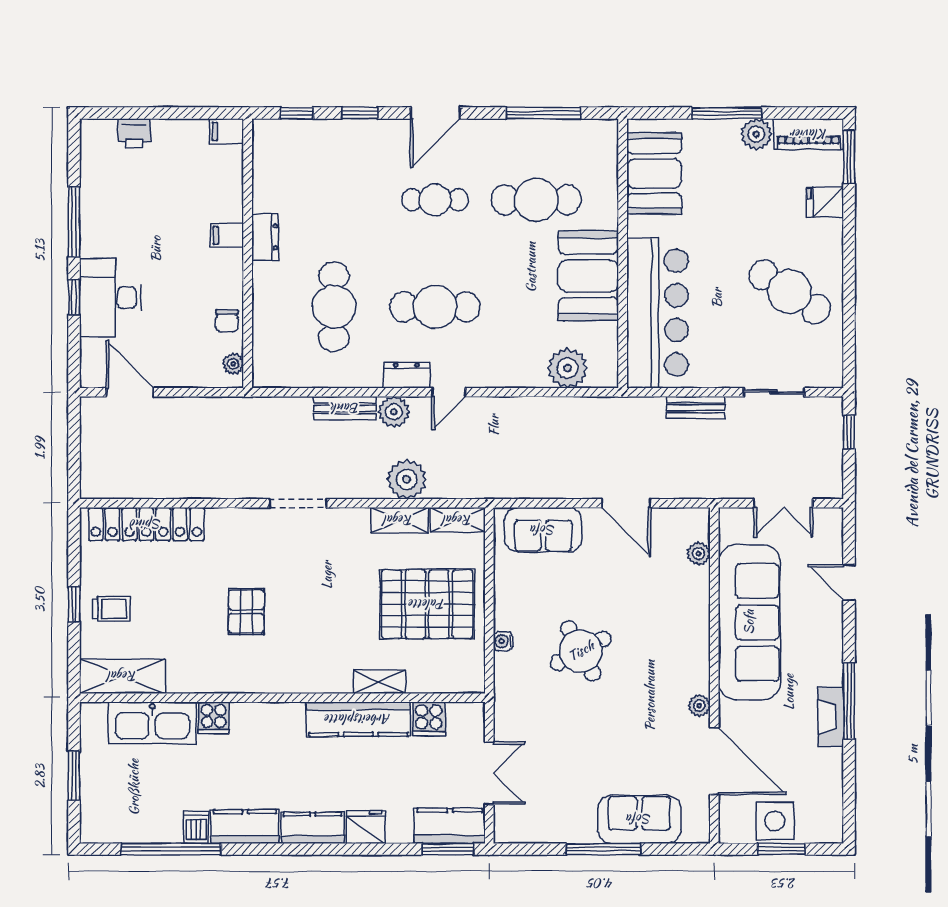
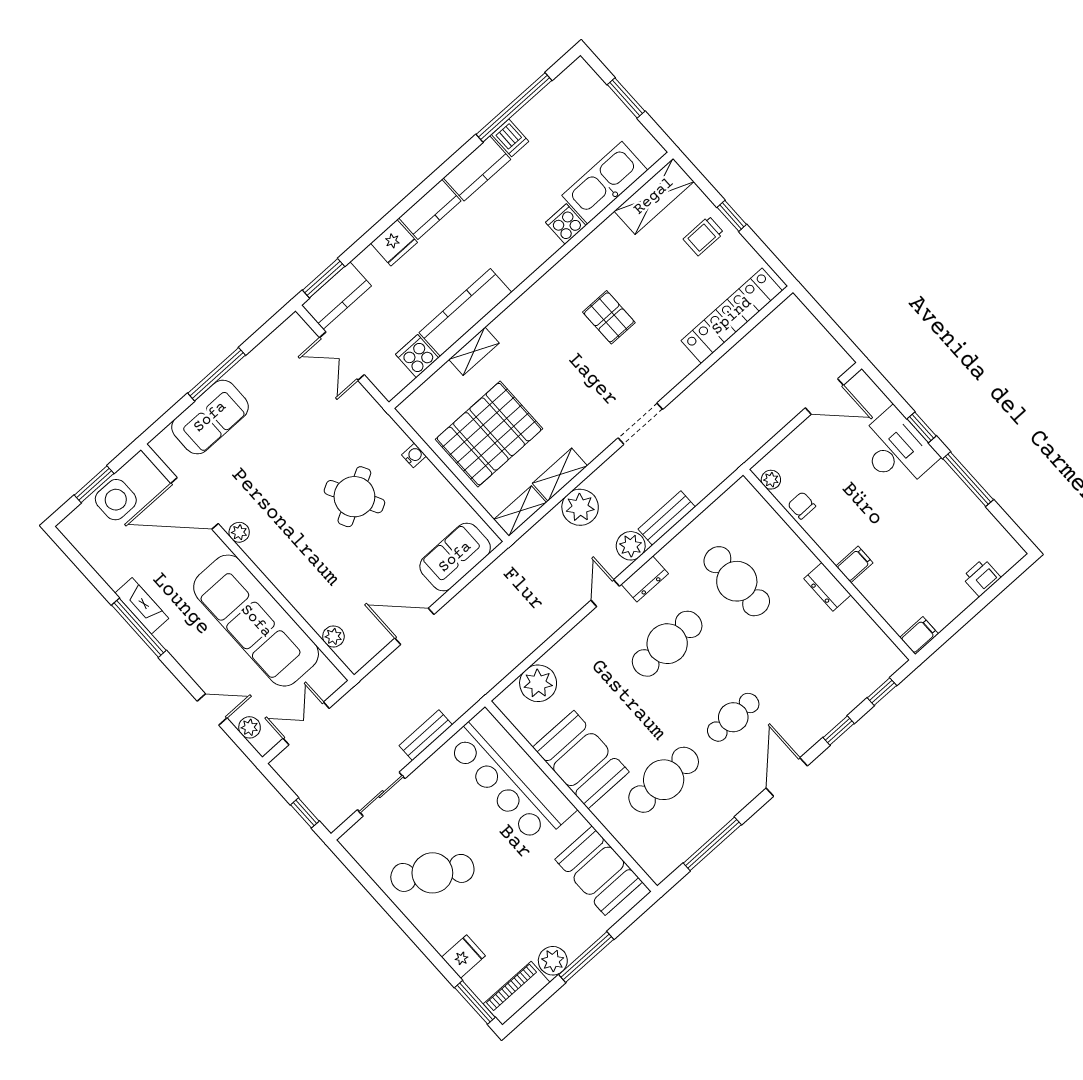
plant: (832, 541) -> (250, 727), added

